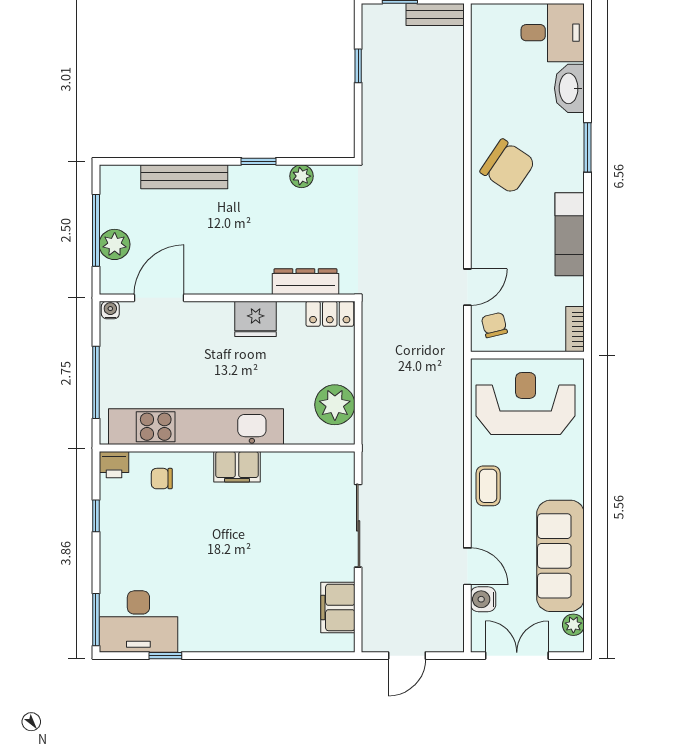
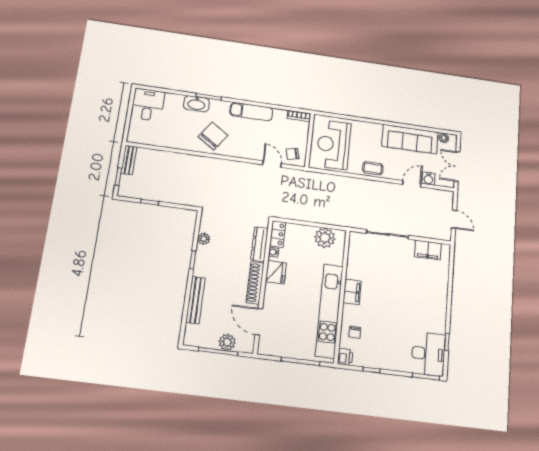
washbasin: (569, 88) -> (196, 104), moved
shoe rack: (231, 282) -> (255, 283), added
water cooler: (110, 310) -> (274, 252), moved

